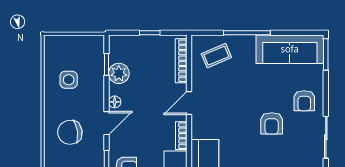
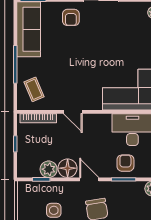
armchair: (304, 101) -> (71, 17), turned 90
floor lamp: (115, 102) -> (68, 168), width x1.89, depth x1.89
armchair: (272, 123) -> (89, 44), removed
bookcase: (181, 136) -> (99, 118), removed

